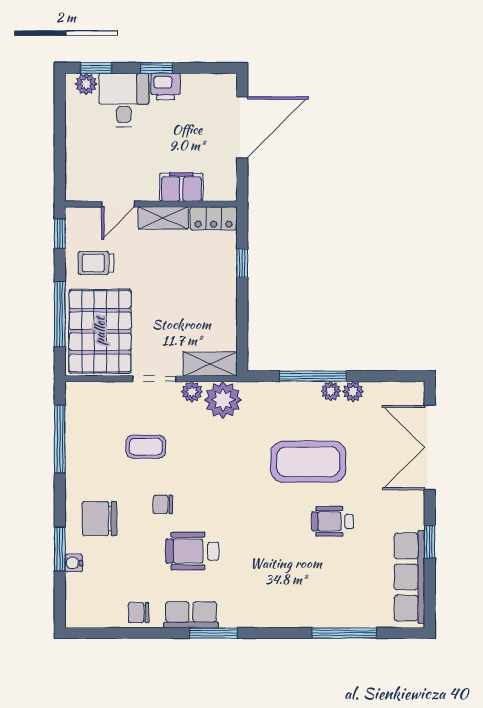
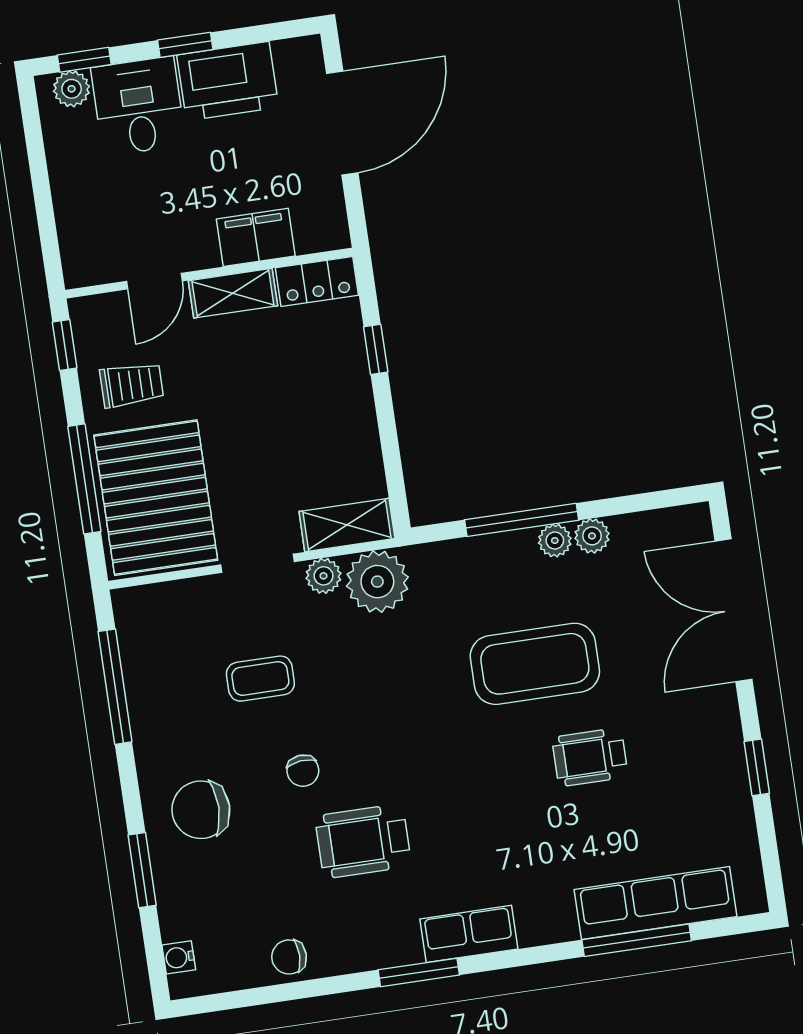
printer: (166, 86) -> (228, 81), width x1.87, depth x1.48
trolley: (96, 263) -> (132, 385), turned 180
chair: (163, 504) -> (303, 771), turned -95
water cooler: (74, 563) -> (179, 957), moved
row of seats: (409, 577) -> (656, 903), moved, turned 90
row of seats: (191, 615) -> (469, 934), moved

